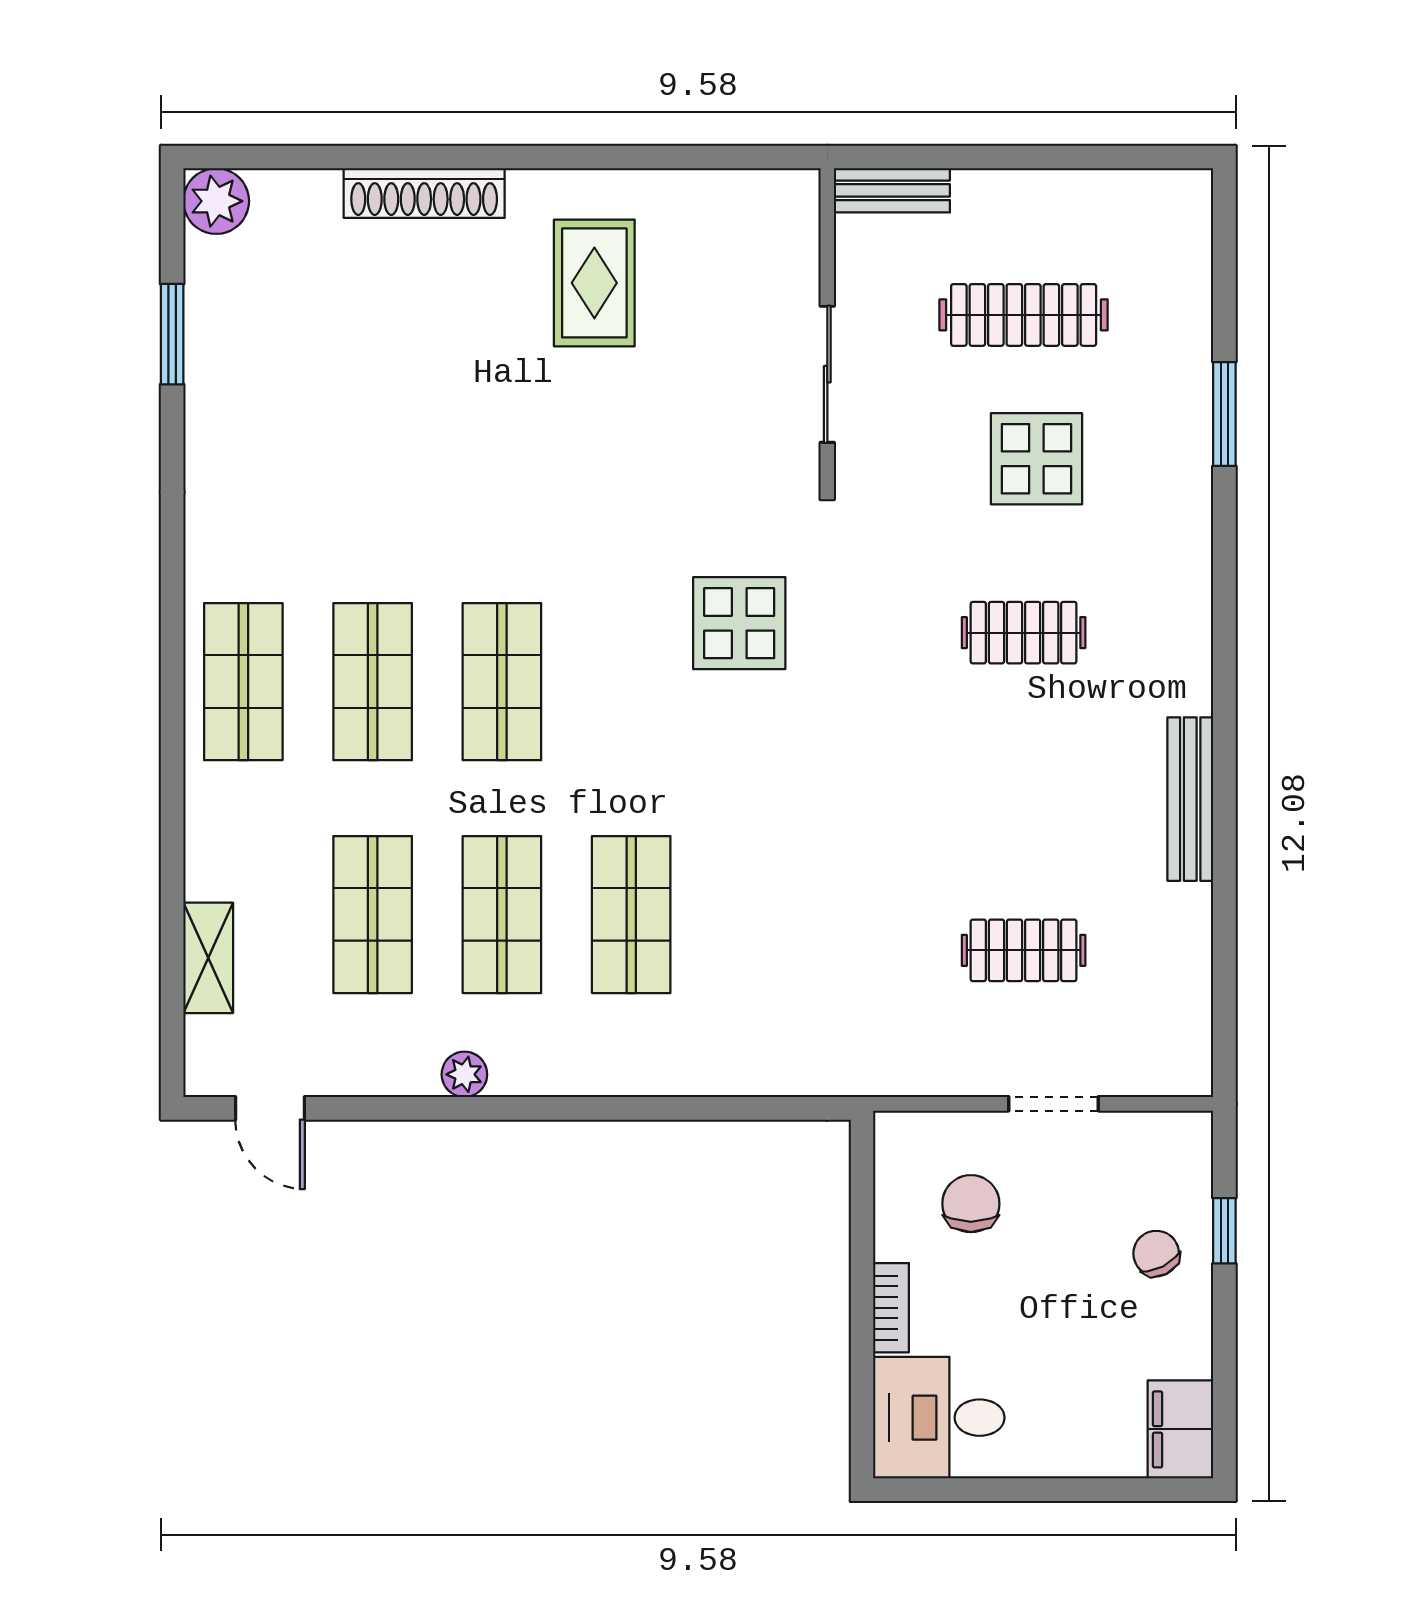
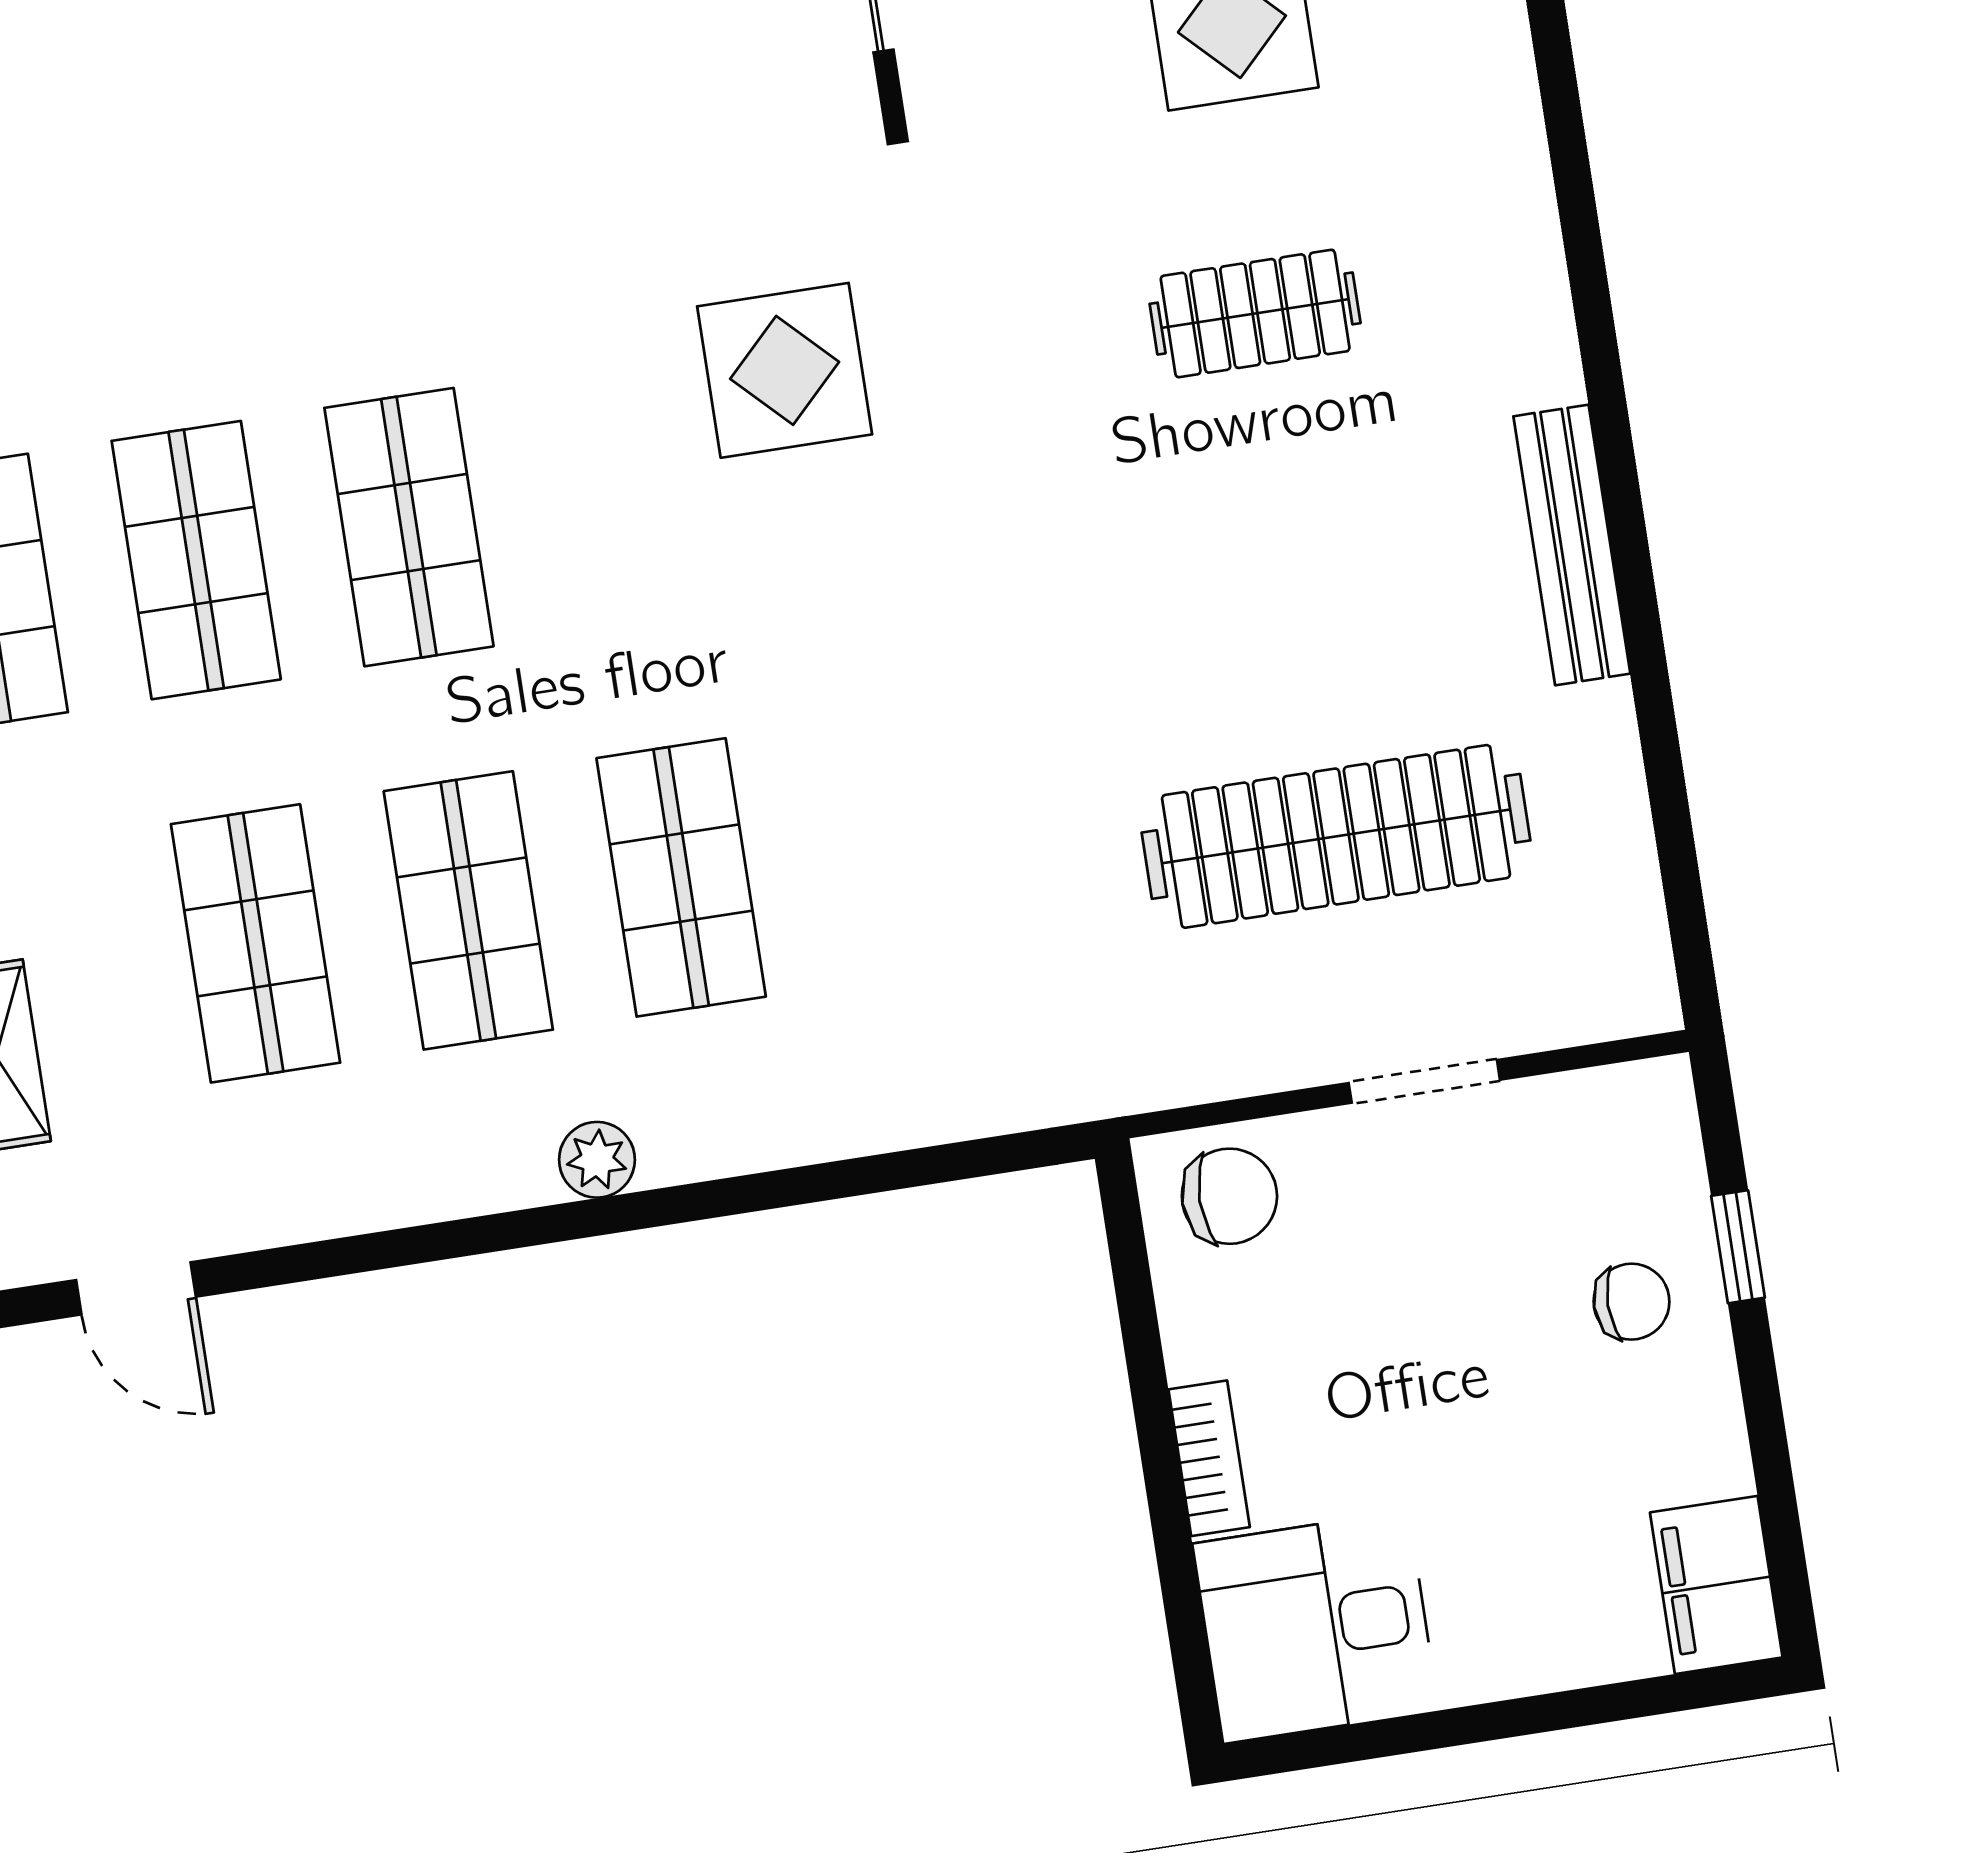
clothes rail: (1024, 950) -> (1336, 836), width x1.86, depth x1.31
plant: (464, 1074) -> (597, 1160), moved
chair: (971, 1204) -> (1229, 1196), moved, turned 90
chair: (1156, 1254) -> (1632, 1302), turned 117

